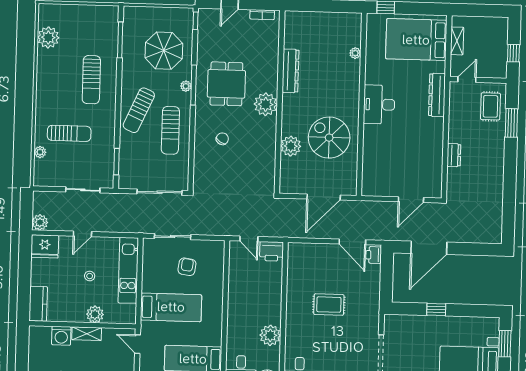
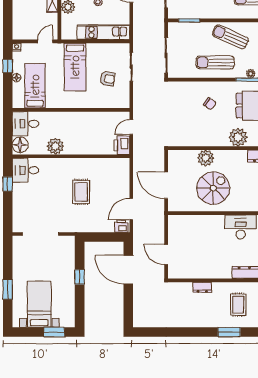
rug: (490, 106) -> (238, 305), moved, turned 90

